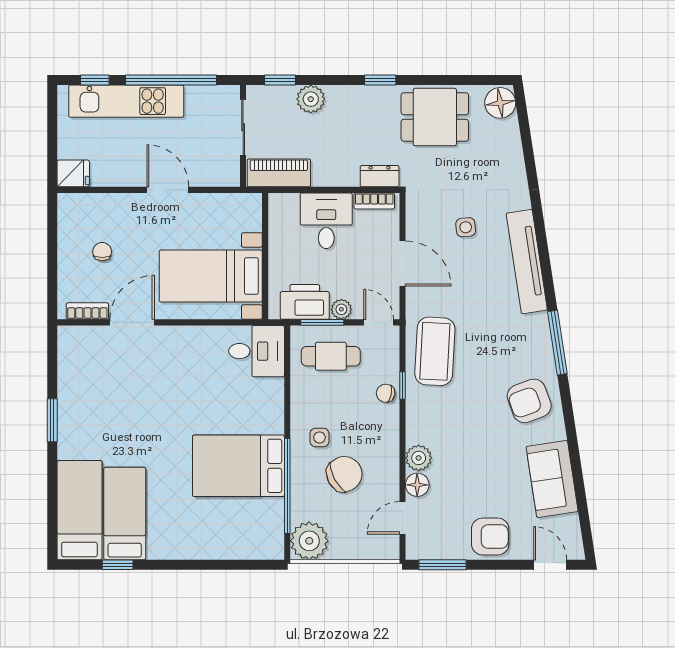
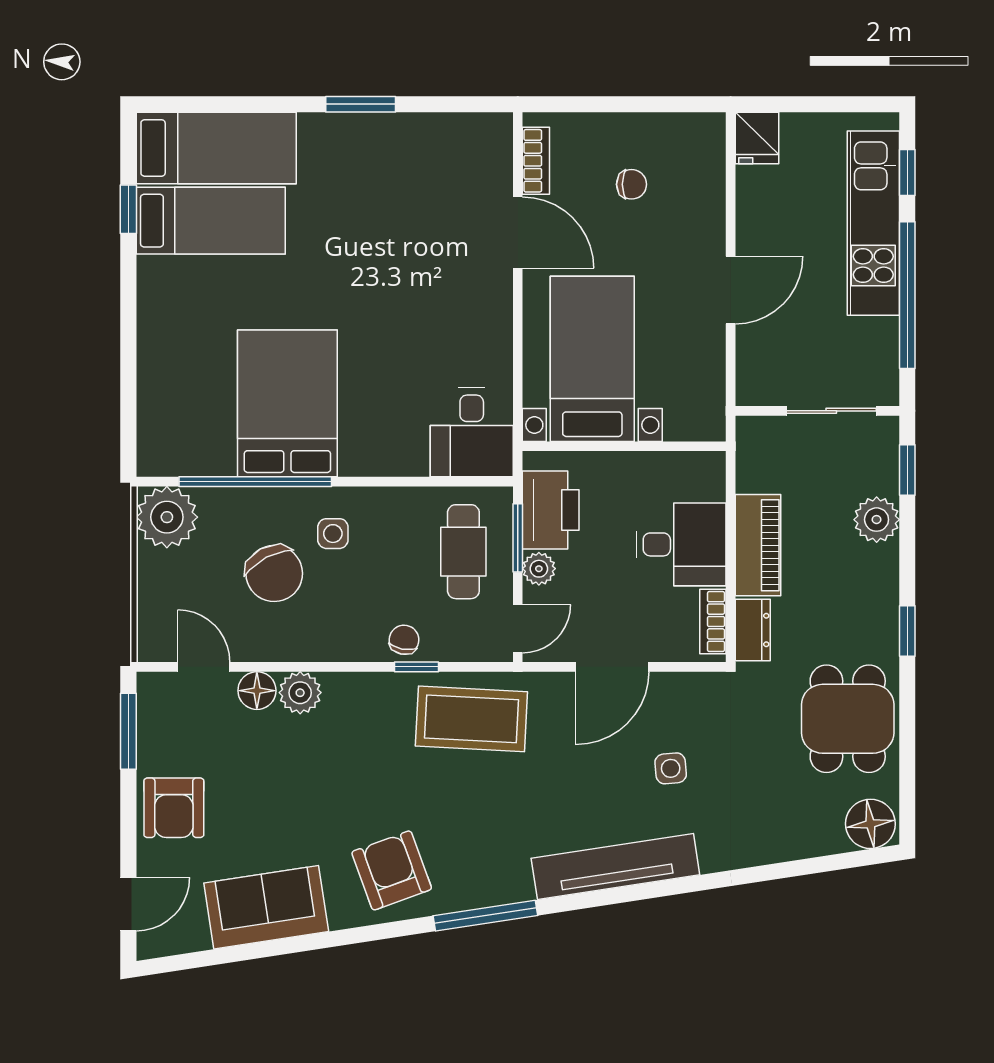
piano: (279, 173) -> (758, 545), moved

